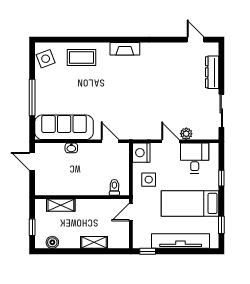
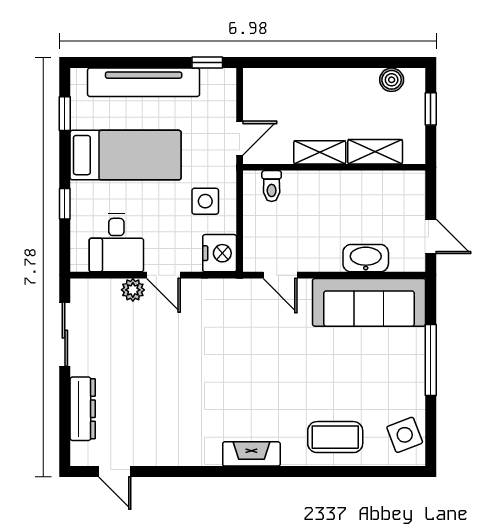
washbasin: (71, 148) -> (366, 258), width x1.91, depth x1.45
shelving: (94, 242) -> (320, 152), moved

